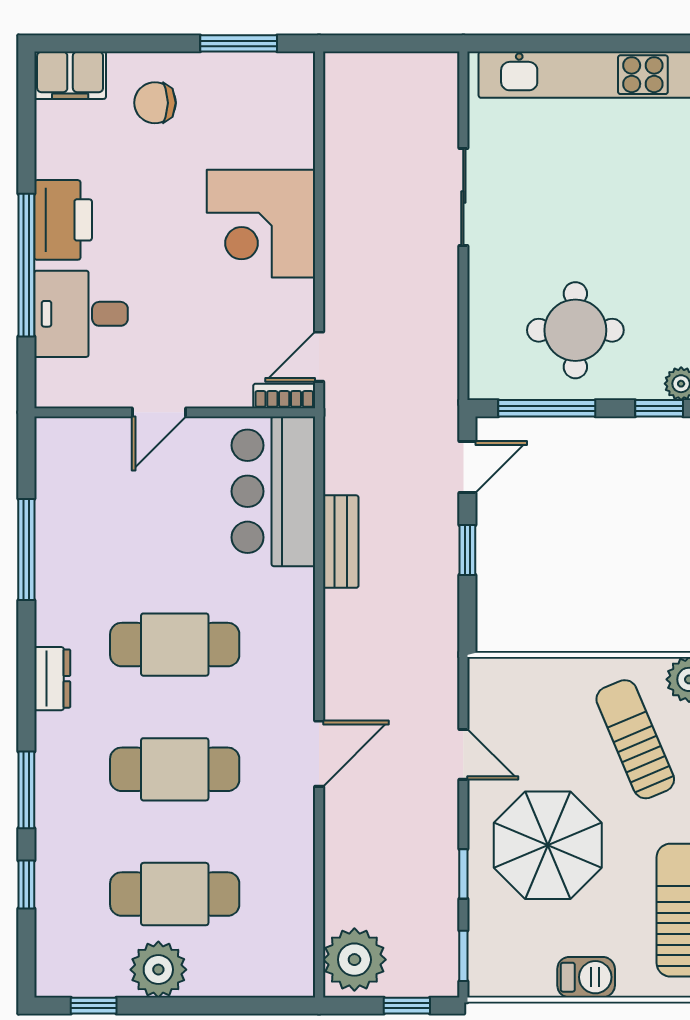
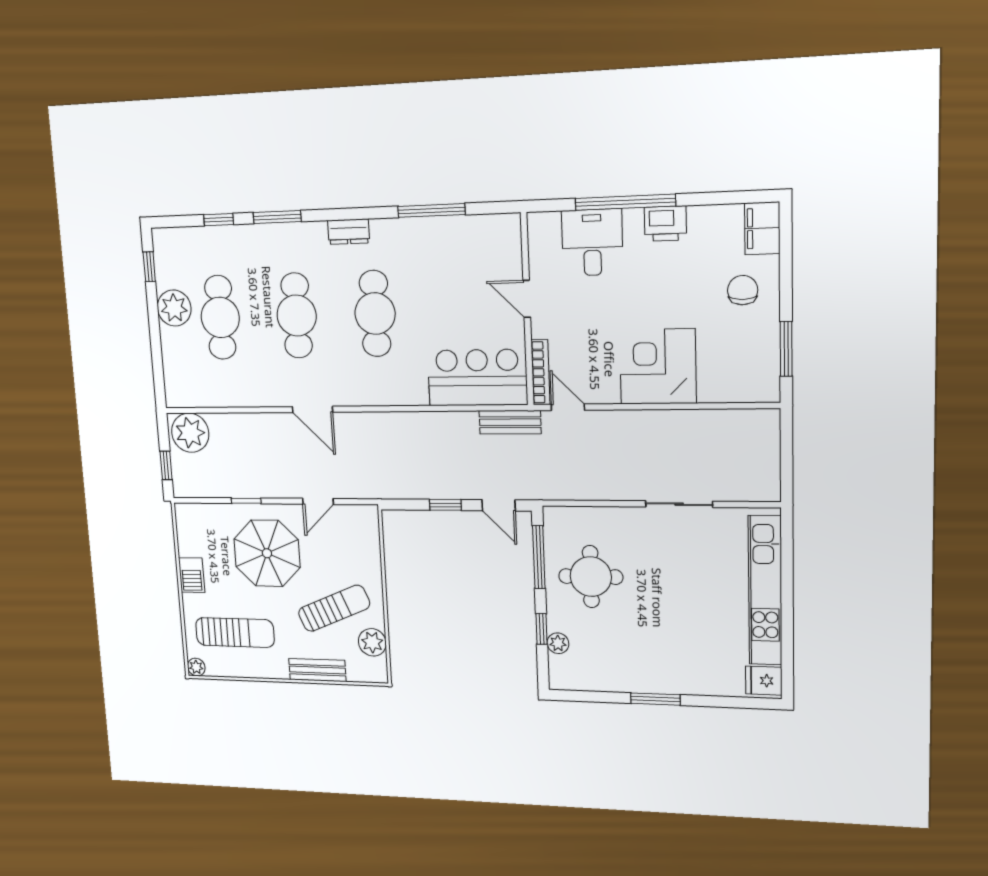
printer: (63, 220) -> (665, 224), width x0.73, depth x0.84
bookcase: (284, 396) -> (540, 372), width x1.56
bench: (341, 542) -> (510, 422), moved
window: (463, 956) -> (198, 500), removed

